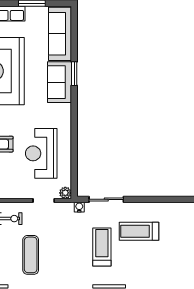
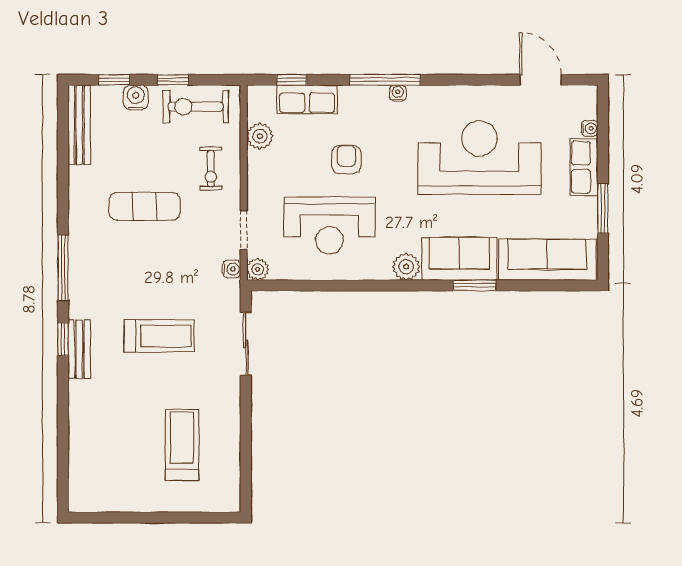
plant: (64, 111) -> (406, 267), added
reception desk: (41, 153) -> (330, 226), turned 180
water cooler: (79, 207) -> (232, 269), moved
treadmill: (139, 231) -> (182, 445), moved

